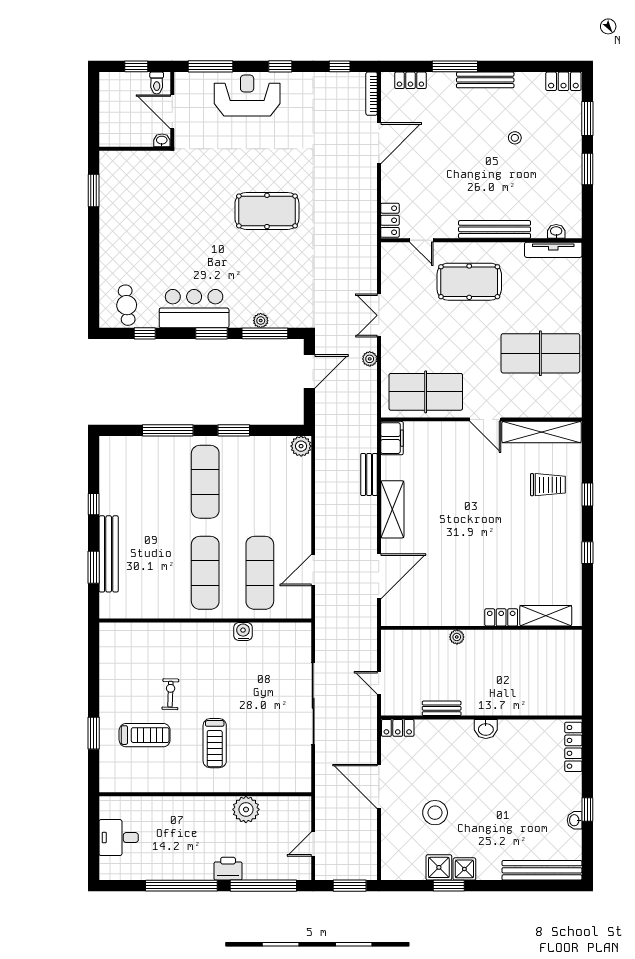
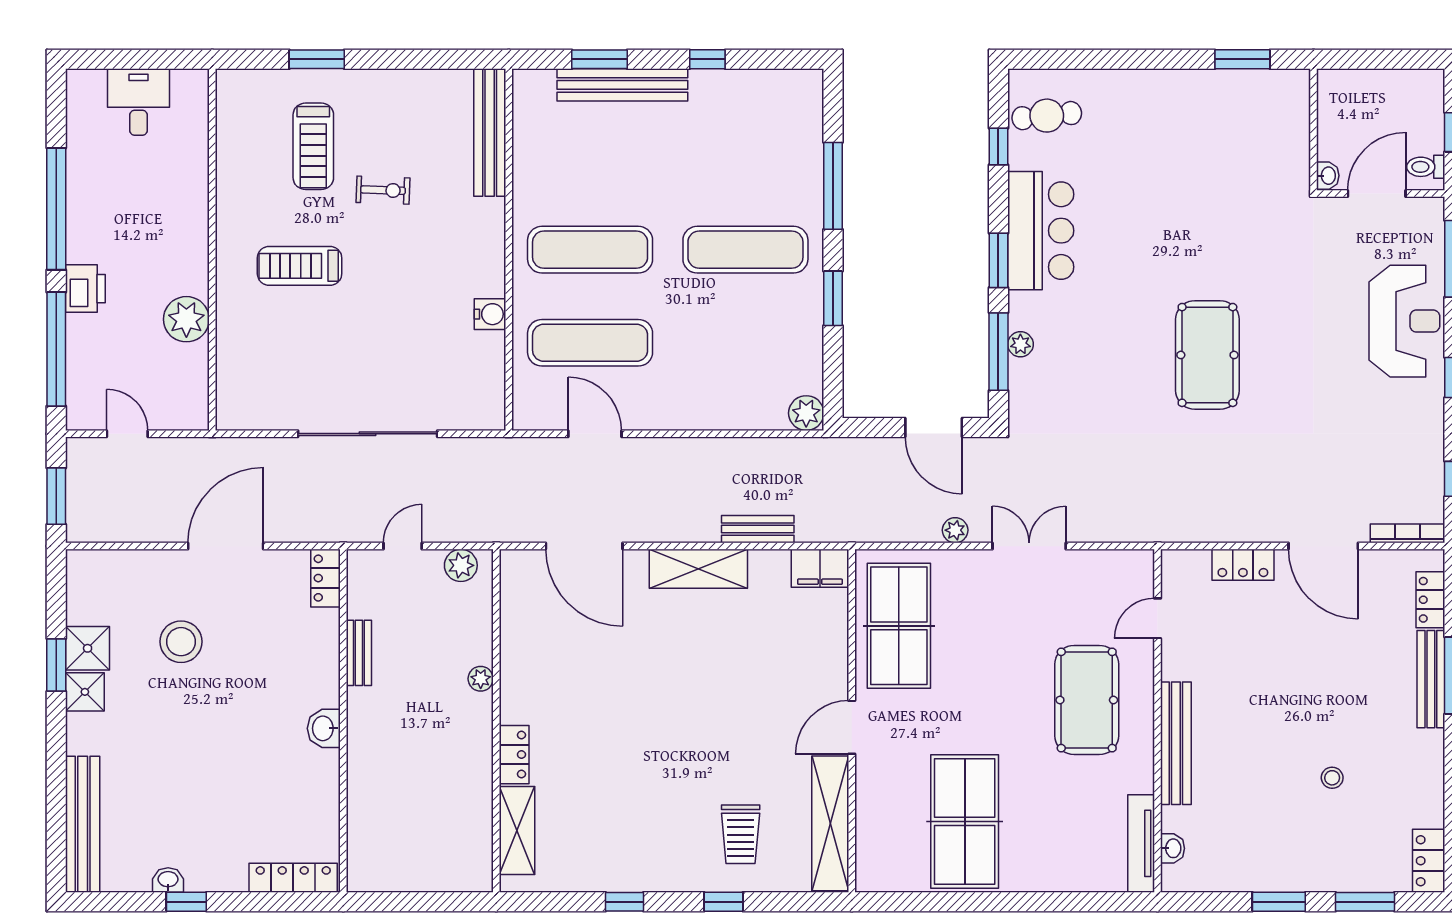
bench: (485, 80) -> (1431, 679), moved
locker: (390, 220) -> (1243, 565), moved
bench: (137, 632) -> (490, 132), added
plant: (390, 649) -> (461, 565), added

